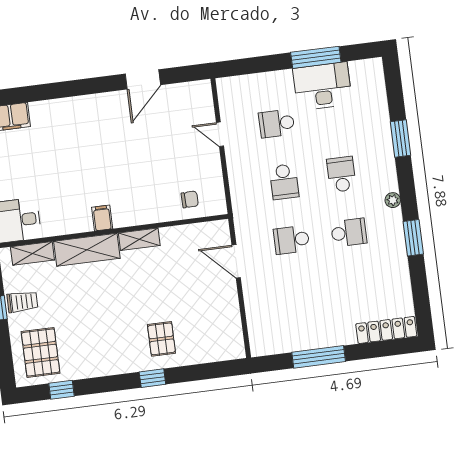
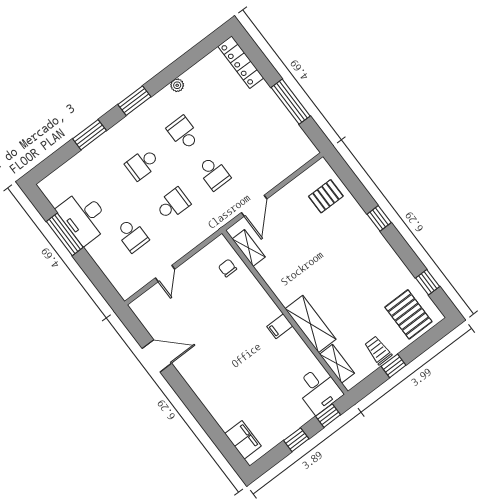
plant: (393, 200) -> (177, 85), moved
window: (413, 238) -> (134, 101), moved
shelving: (139, 239) -> (249, 248), moved
pallet: (161, 339) -> (326, 196), moved
pallet: (41, 352) -> (408, 314), turned 90

